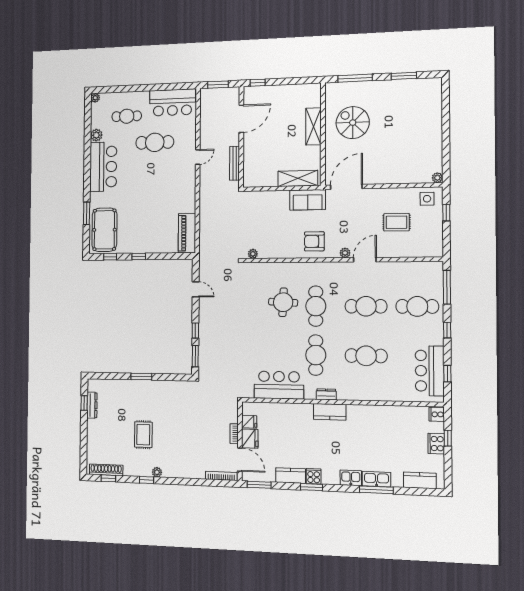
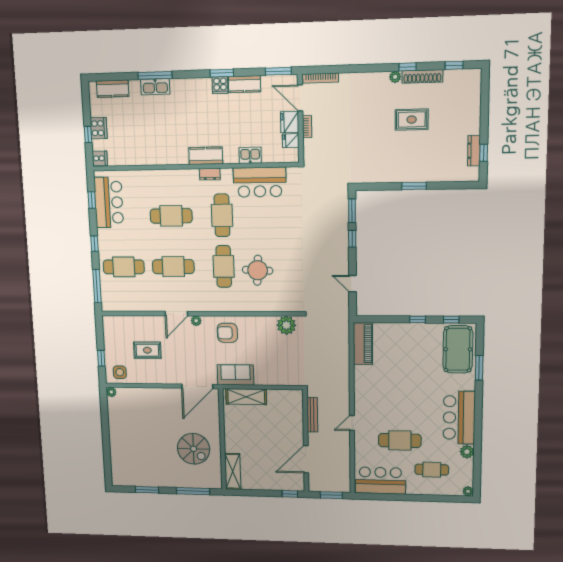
shelving: (313, 126) -> (233, 471), moved
armchair: (314, 241) -> (227, 333), turned 180
plant: (253, 254) -> (286, 325), width x1.87, depth x1.87
rug: (143, 435) -> (412, 120), turned 90
shoe rack: (106, 470) -> (422, 76), moved
kitchen sink: (351, 478) -> (250, 155), moved, turned 180

